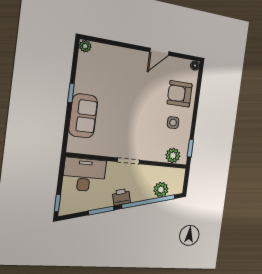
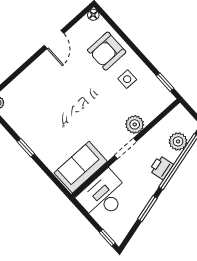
sofa: (83, 116) -> (81, 167), moved, turned -90
plant: (173, 155) -> (135, 124), moved
printer: (121, 197) -> (161, 167), moved

